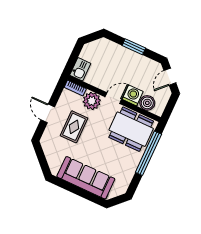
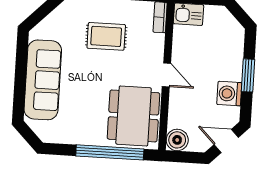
washing machine: (133, 95) -> (229, 94), moved, turned 180
plant: (92, 101) -> (151, 47), removed
boiler: (147, 103) -> (177, 140), moved

